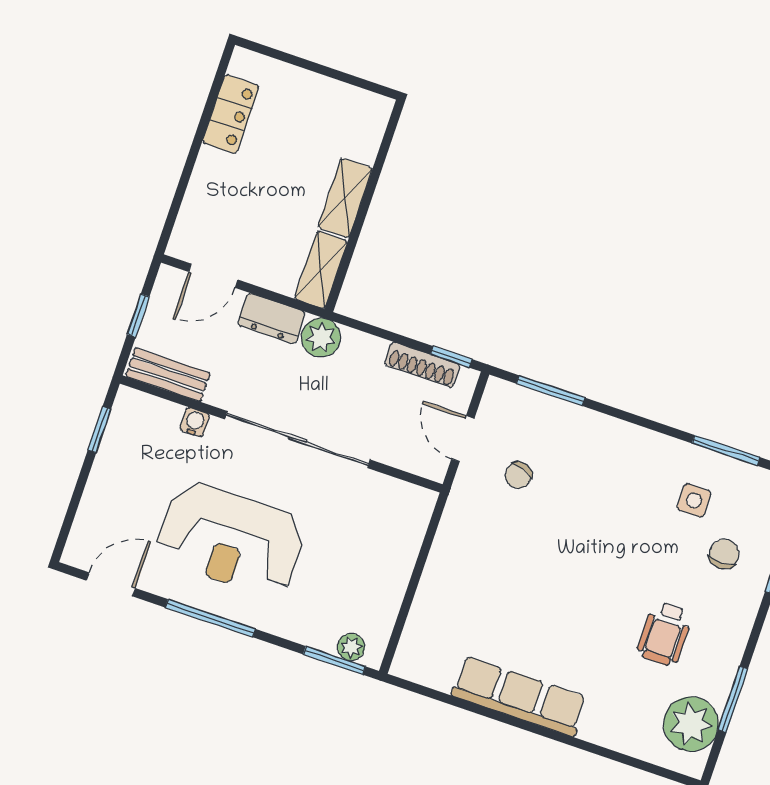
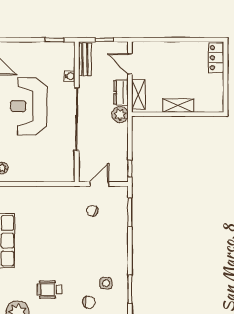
locker: (231, 114) -> (216, 58), moved, turned 90
shelving: (321, 270) -> (138, 94), moved, turned 90
shoe rack: (422, 365) -> (123, 158), removed

